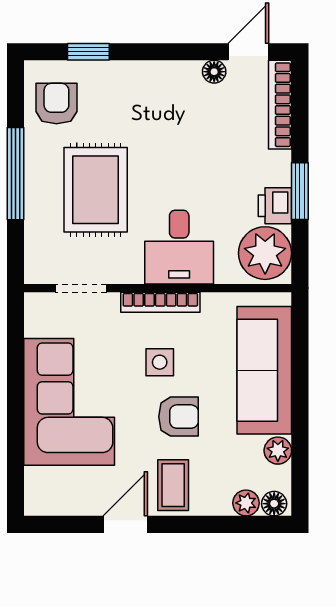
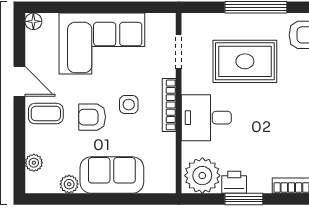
sofa: (264, 370) -> (112, 175), width x0.73
armchair: (178, 417) -> (92, 117), turned 90
floor lamp: (274, 504) -> (33, 21), moved

